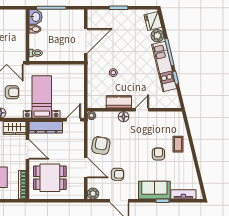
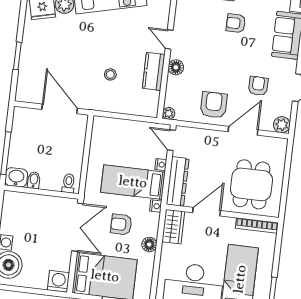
armchair: (12, 92) -> (121, 224), turned -90
armchair: (101, 146) -> (214, 105), turned 80

